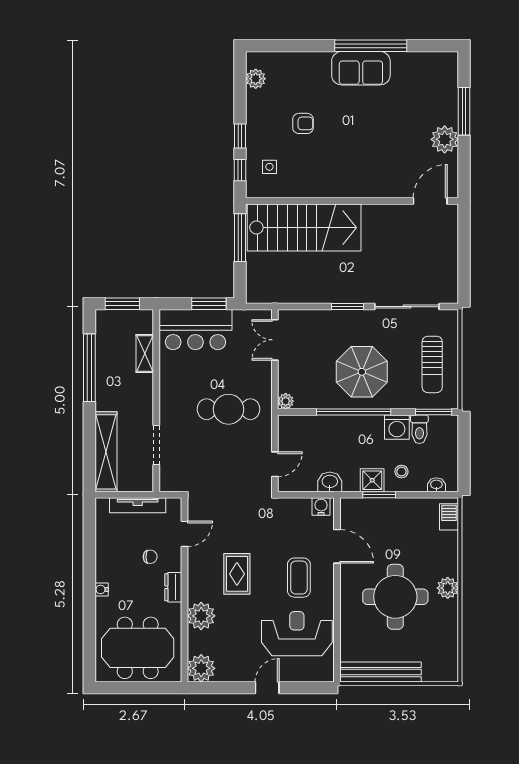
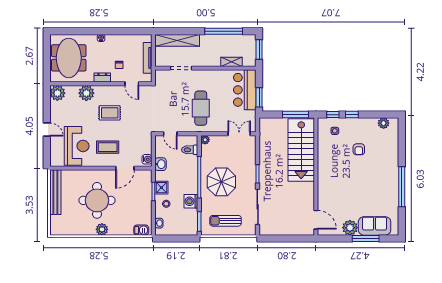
sofa: (361, 68) -> (375, 226), moved, turned 90
toilet: (419, 429) -> (190, 150), moved

